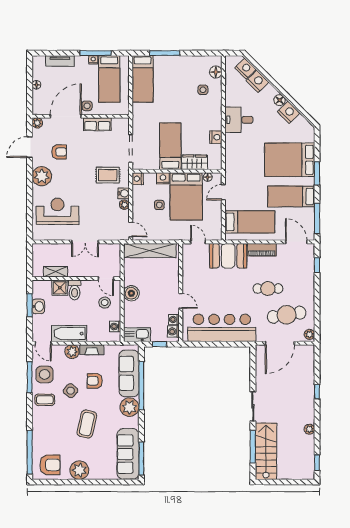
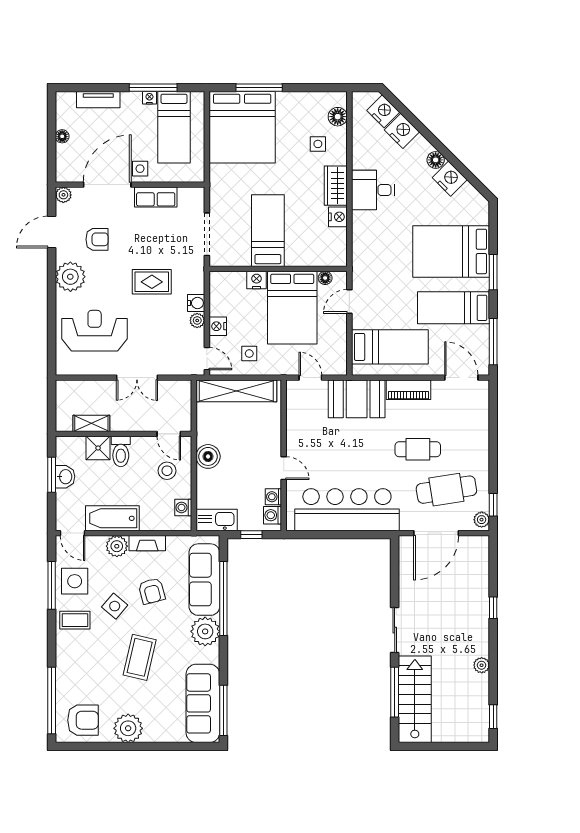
bed: (143, 79) -> (242, 127), width x2.04
wardrobe: (195, 162) -> (336, 186), moved, turned -90
rug: (108, 175) -> (152, 282), moved
nightstand: (138, 179) -> (218, 326), moved
side table: (159, 205) -> (249, 354), moved
window: (317, 265) -> (493, 505), moved
armchair: (95, 381) -> (152, 591), turned -105

